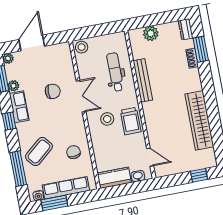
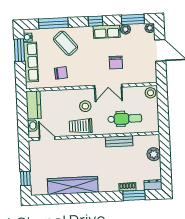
bench: (143, 80) -> (119, 141), width x0.73
door: (150, 157) -> (47, 138), swing flipped

